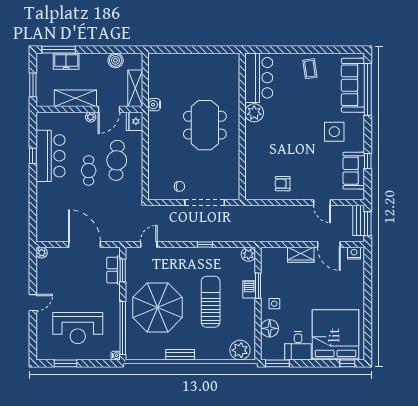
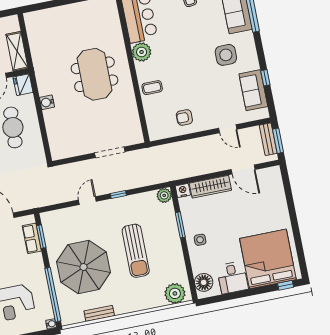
water cooler: (154, 105) -> (47, 102), moved
coffee table: (258, 149) -> (152, 88), added
chair: (179, 186) -> (81, 141), removed
doorway: (205, 203) -> (110, 152), width x0.73
door: (149, 245) -> (87, 201), moved
nightstand: (354, 253) -> (183, 190), moved
wardrobe: (301, 255) -> (210, 187), width x1.50
barbecue: (249, 289) -> (172, 230), removed
sun lounger: (211, 302) -> (136, 251), turned 180
floor lamp: (270, 328) -> (204, 282), moved
bench: (180, 355) -> (99, 313), moved
window: (277, 363) -> (215, 299), removed

